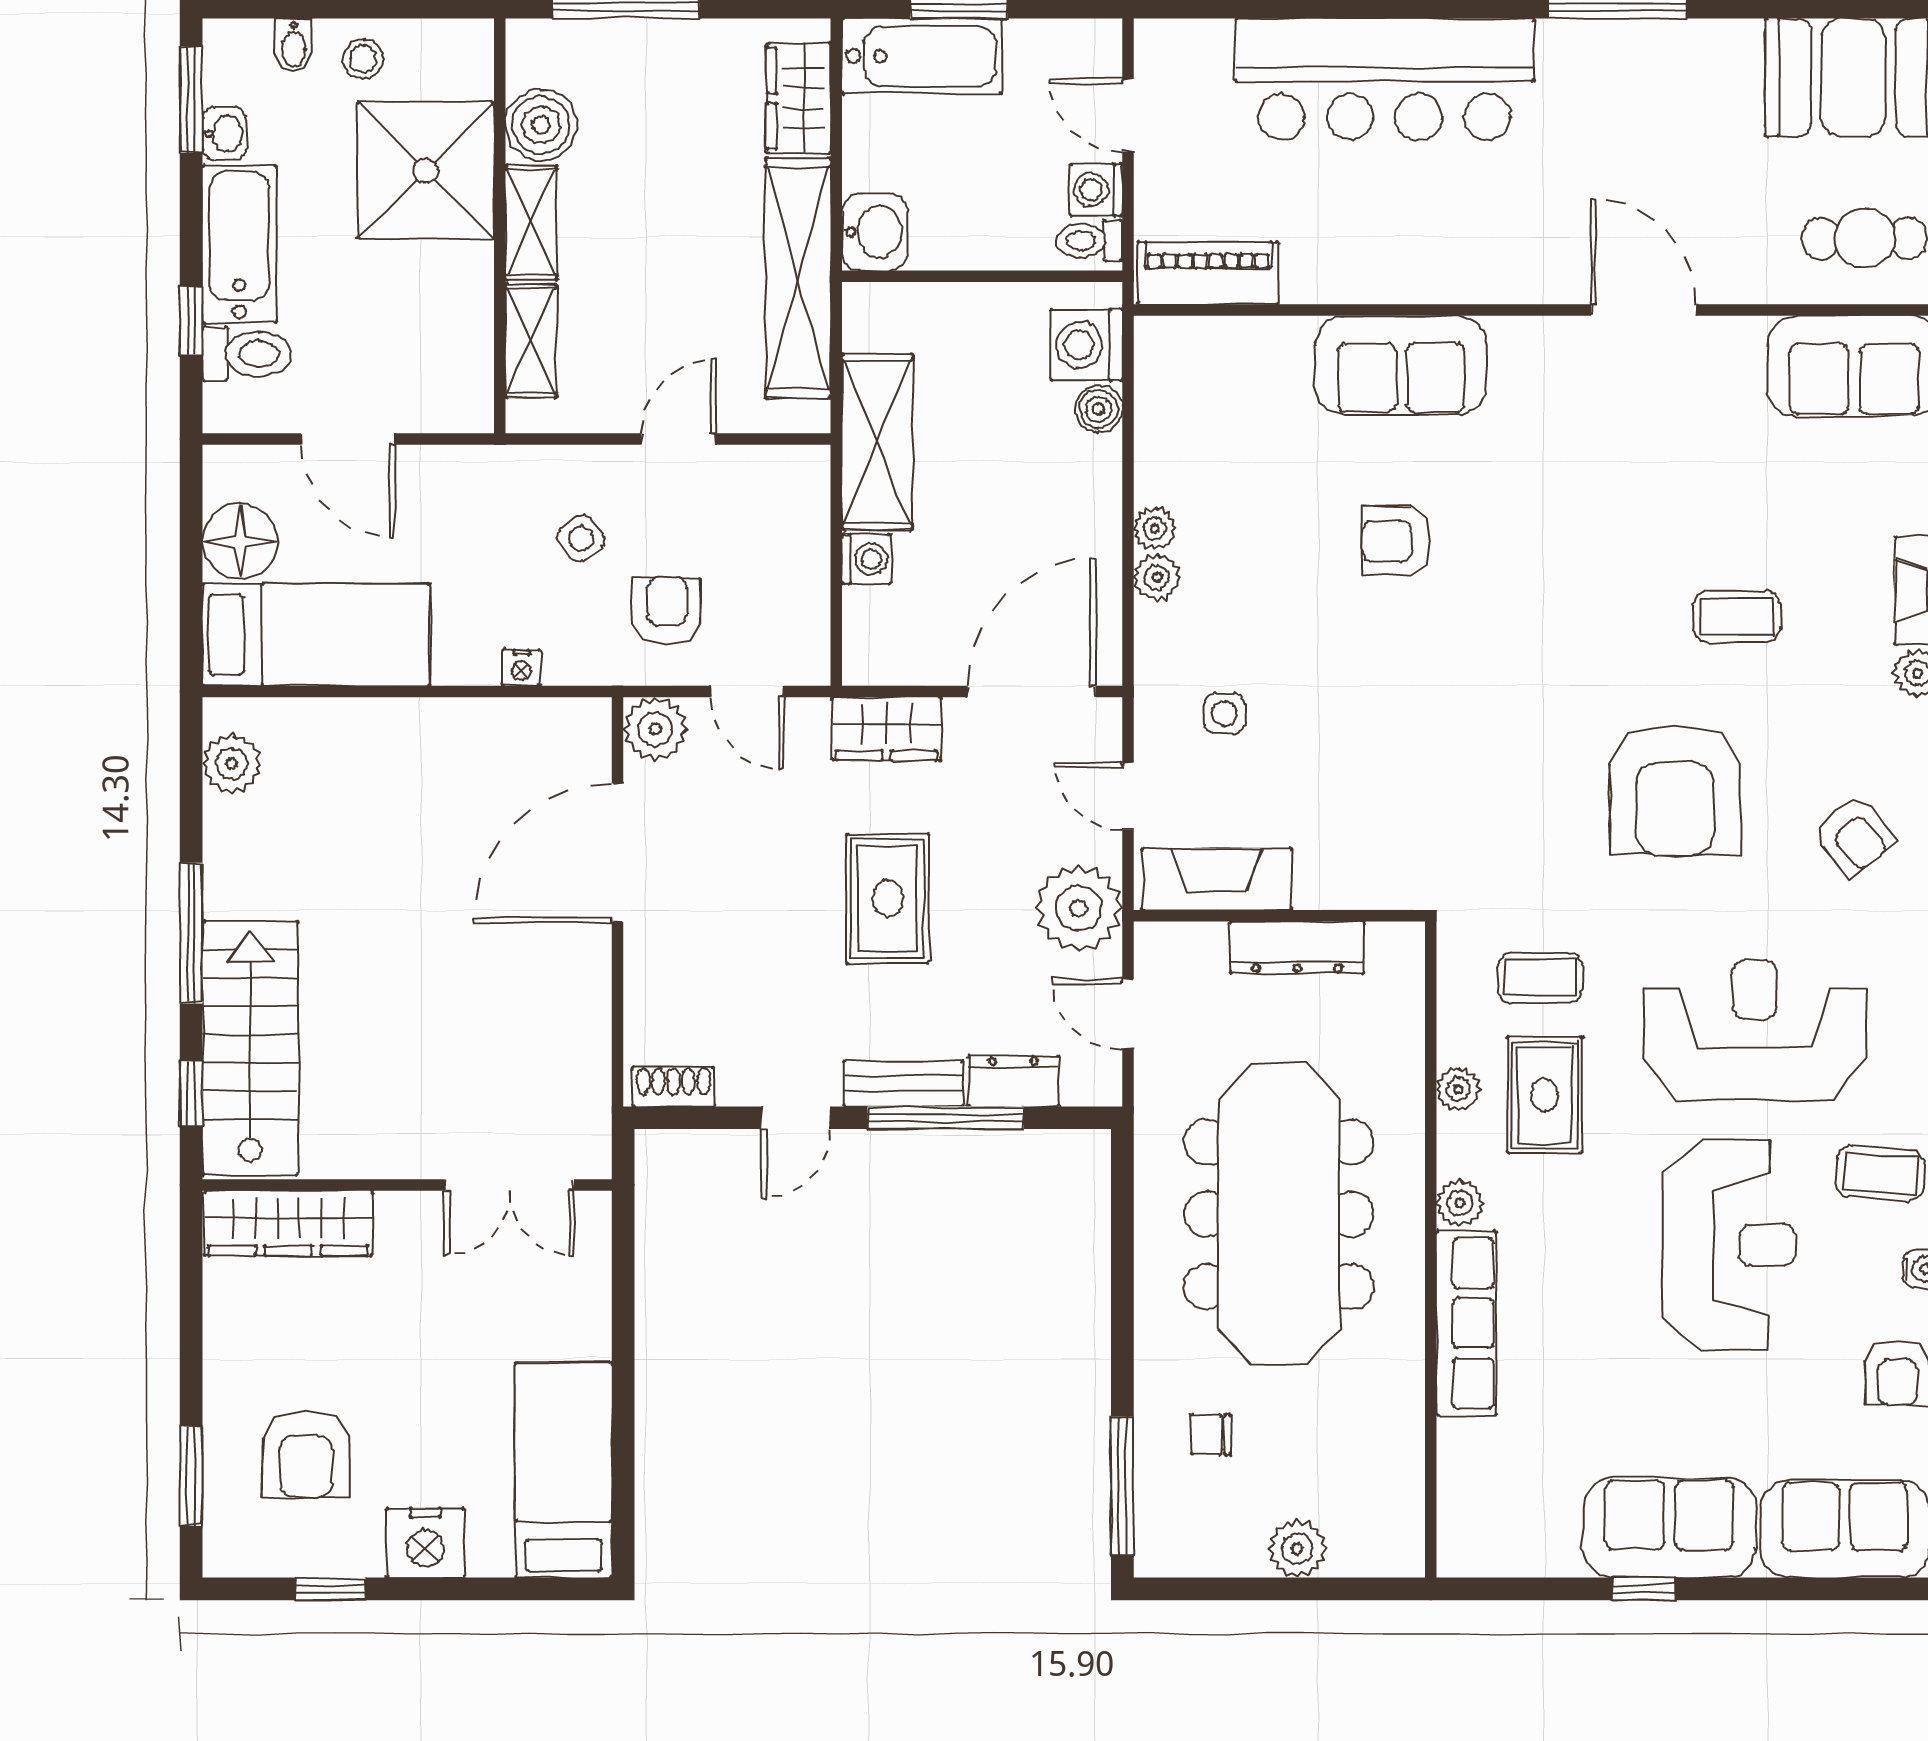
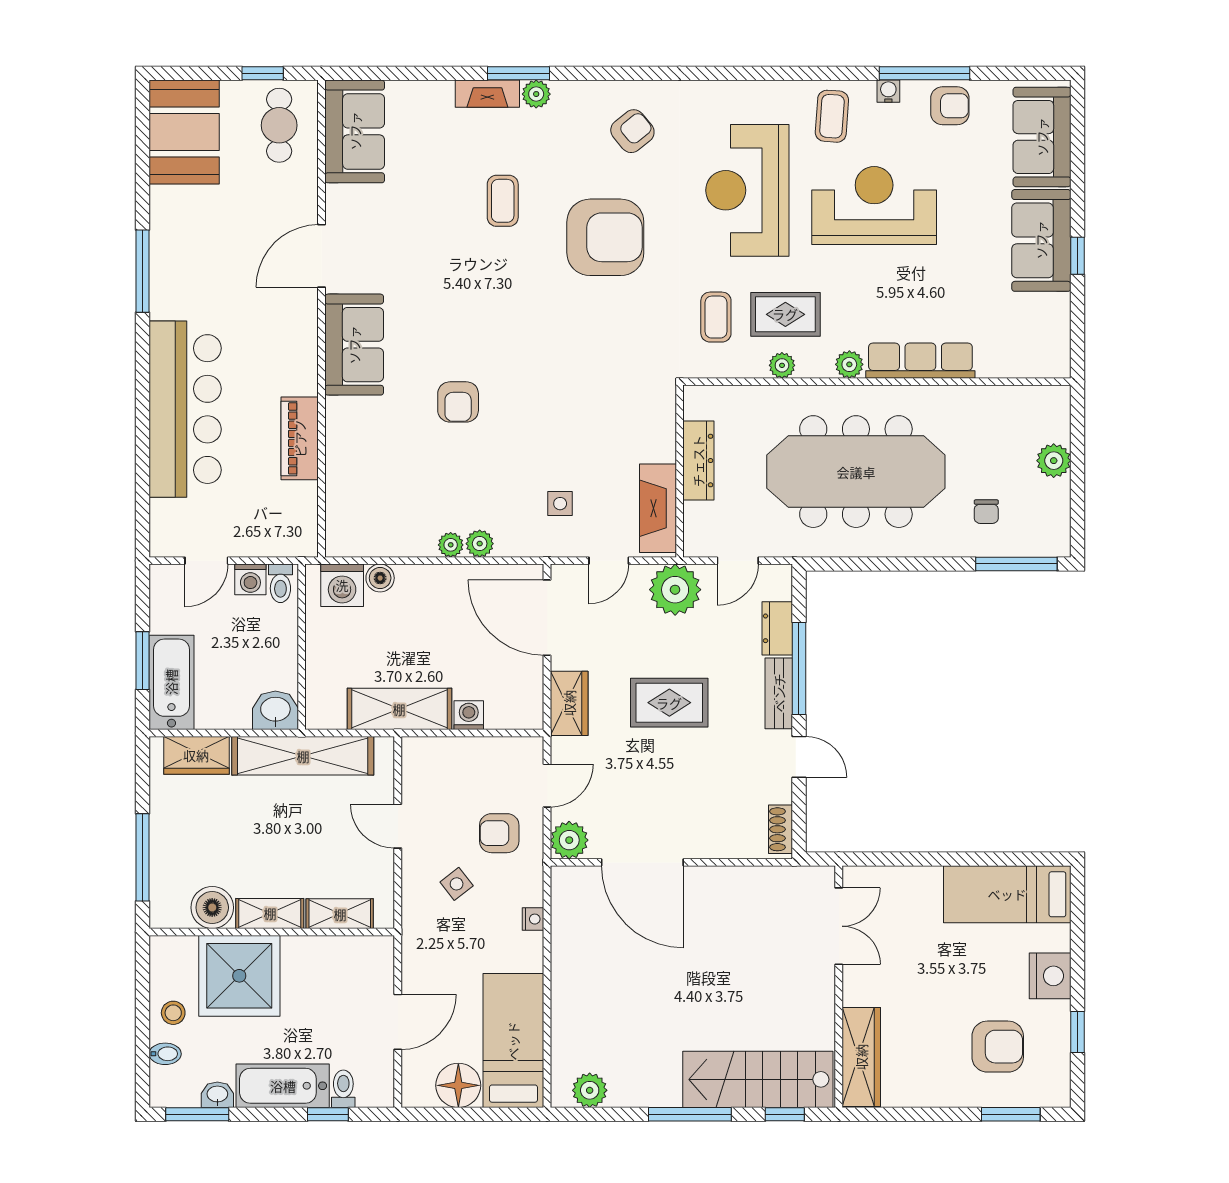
piano: (1208, 273) -> (300, 438), moved
toilet: (247, 354) -> (343, 1089), width x0.73, depth x0.72
sofa: (1401, 365) -> (354, 345), moved

